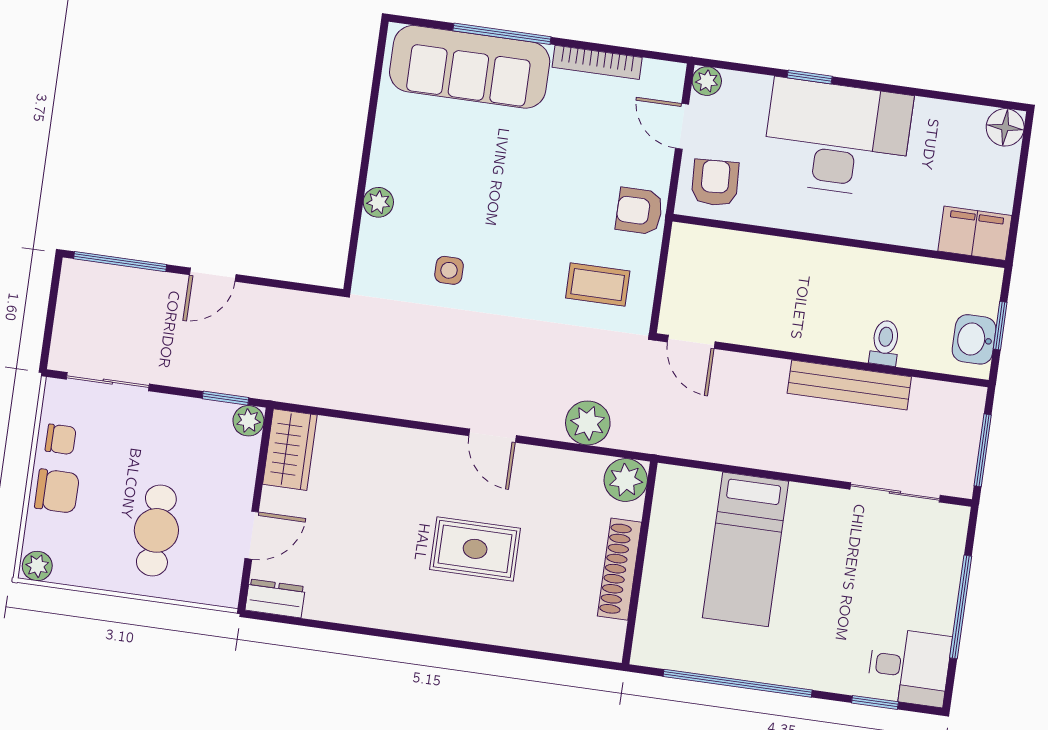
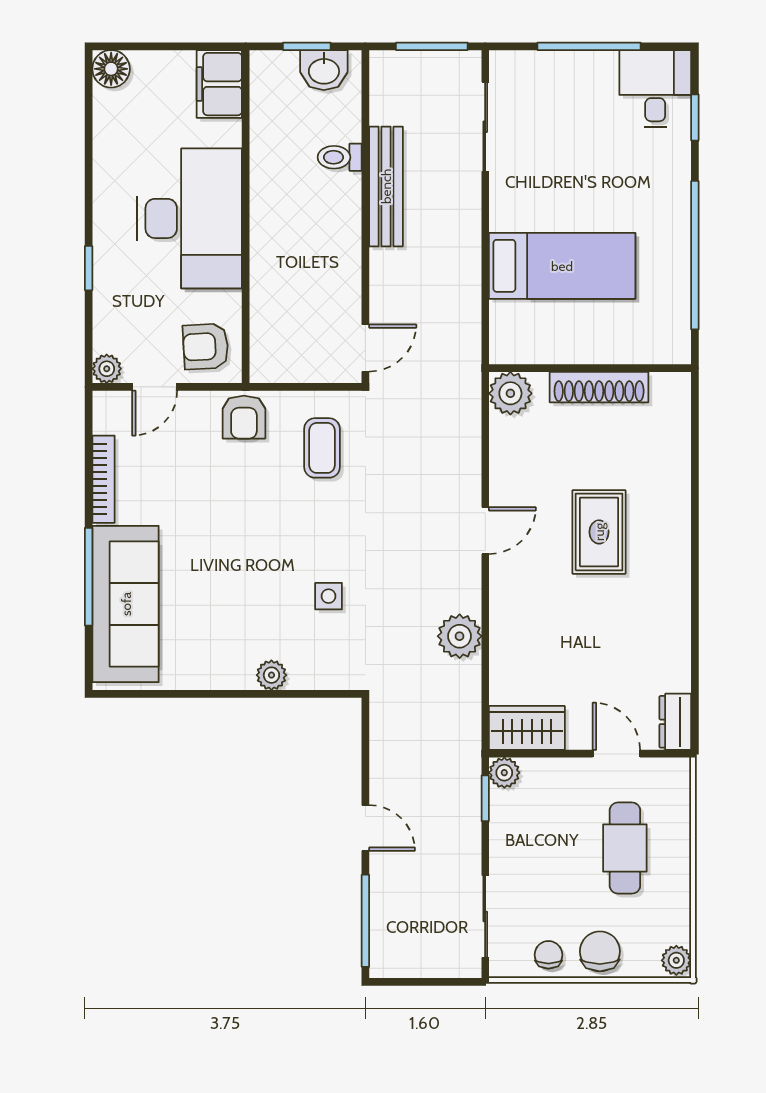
desk: (837, 138) -> (190, 218), moved, turned 180
plant: (588, 423) -> (460, 636), moved
cafe table: (156, 530) -> (625, 848), turned 90

